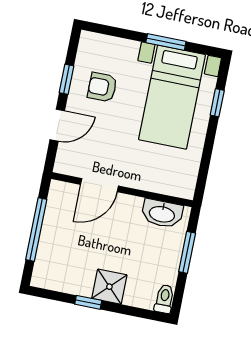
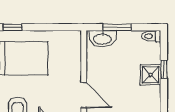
washbasin: (162, 214) -> (102, 39), moved, turned 90
window: (88, 302) -> (164, 69), moved

